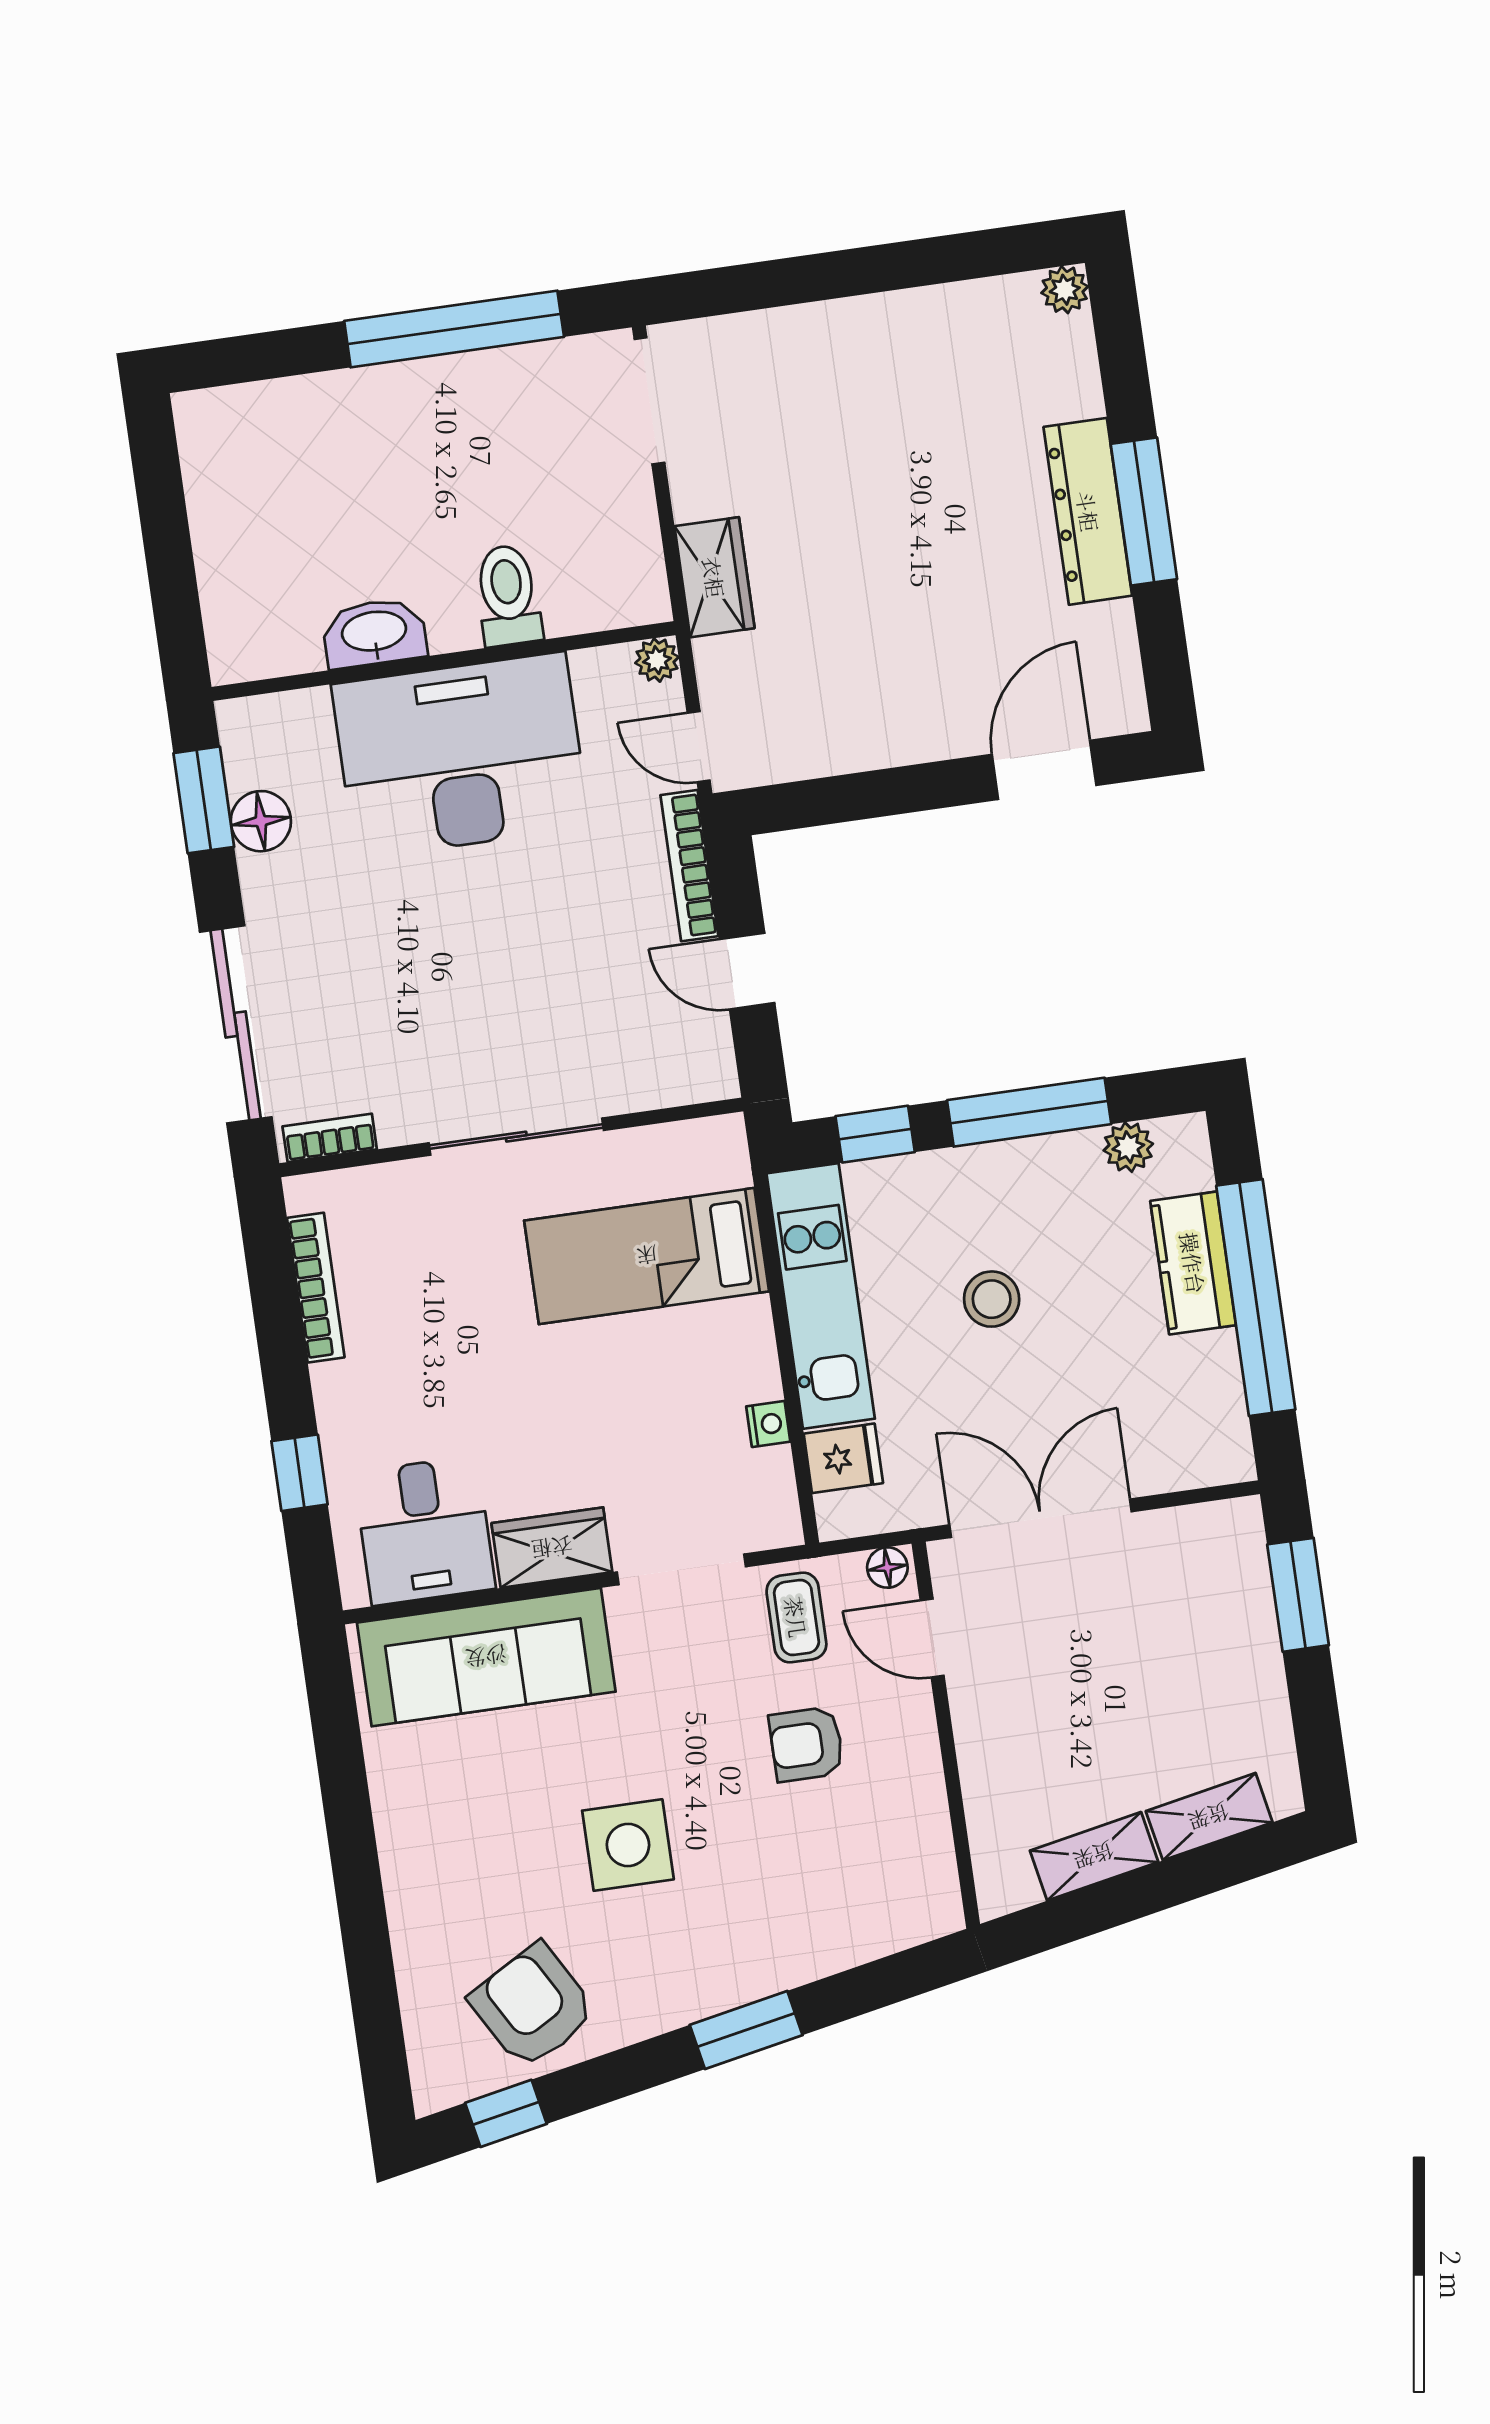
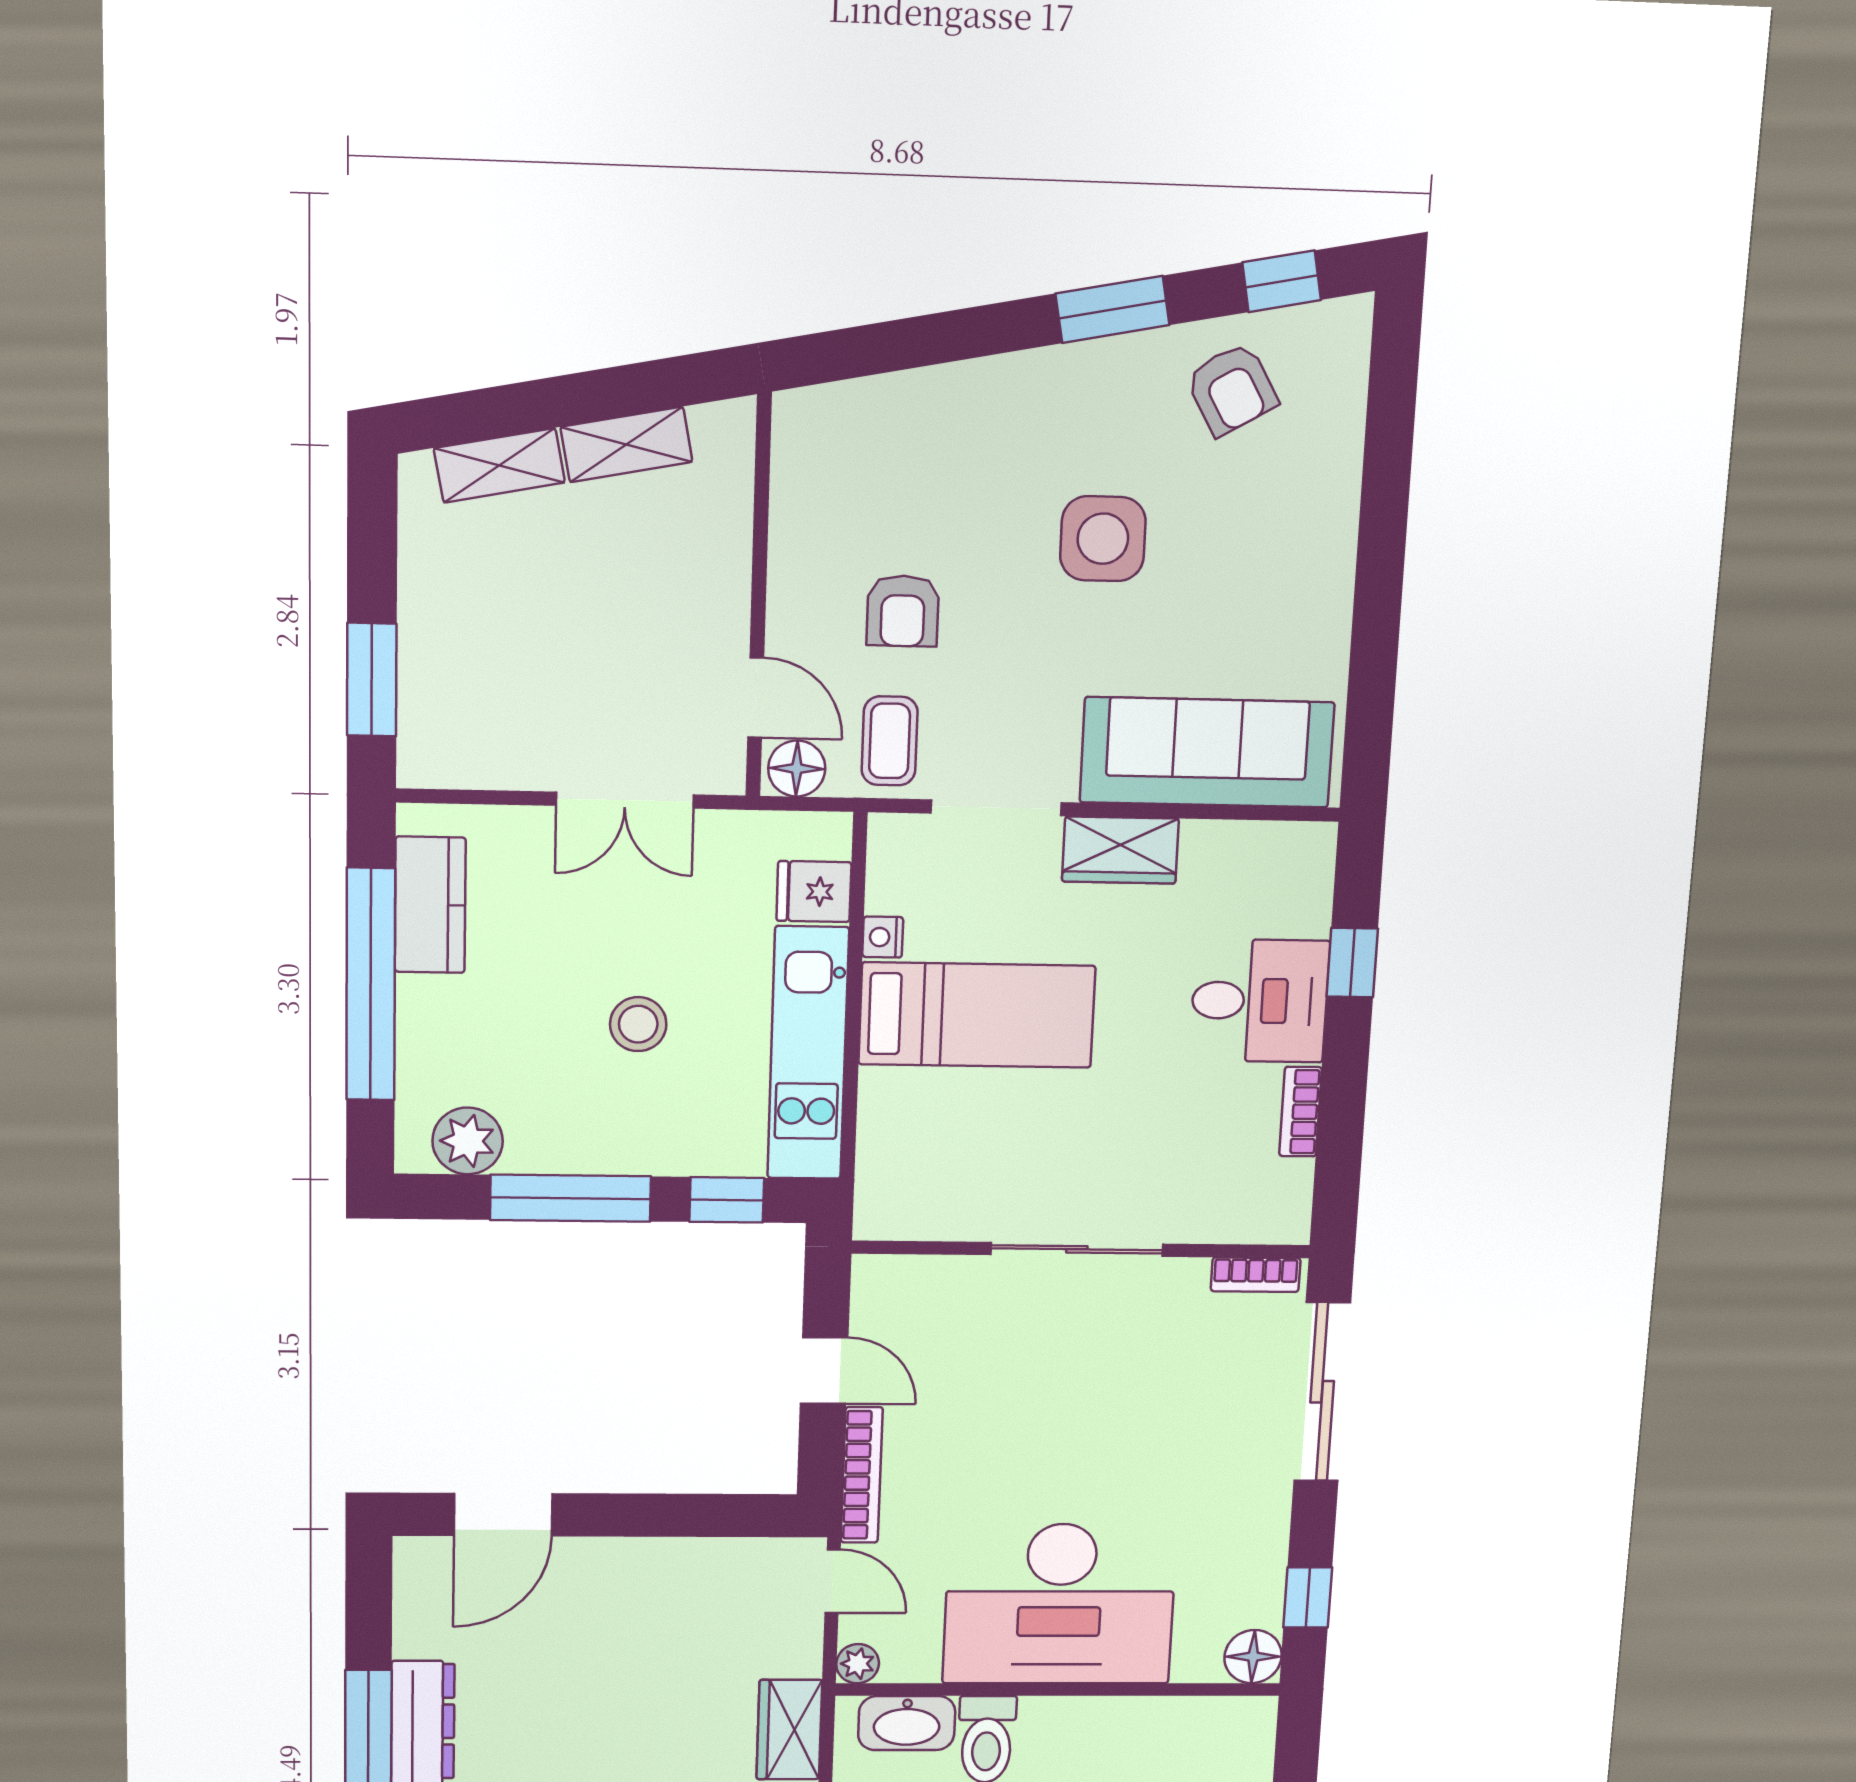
washbasin: (374, 633) -> (907, 1723), moved
window: (204, 800) -> (1308, 1597), width x0.67
floor lamp: (261, 821) -> (1253, 1657), moved
plant: (1128, 1147) -> (468, 1141), width x1.38, depth x1.38
bed: (647, 1256) -> (977, 1015), moved
kitchen counter: (1193, 1263) -> (430, 905), moved
bookcase: (316, 1288) -> (1300, 1112), width x0.64
double door: (1041, 1518) -> (625, 800), width x0.73
desk: (425, 1531) -> (1260, 1001), moved, turned 90
floor lamp: (887, 1568) -> (797, 768), width x1.37, depth x1.37
armchair: (806, 1744) -> (903, 611), turned 90
armchair: (533, 2006) -> (1232, 389), width x0.72, depth x0.72
window: (746, 2030) -> (1112, 309), moved

